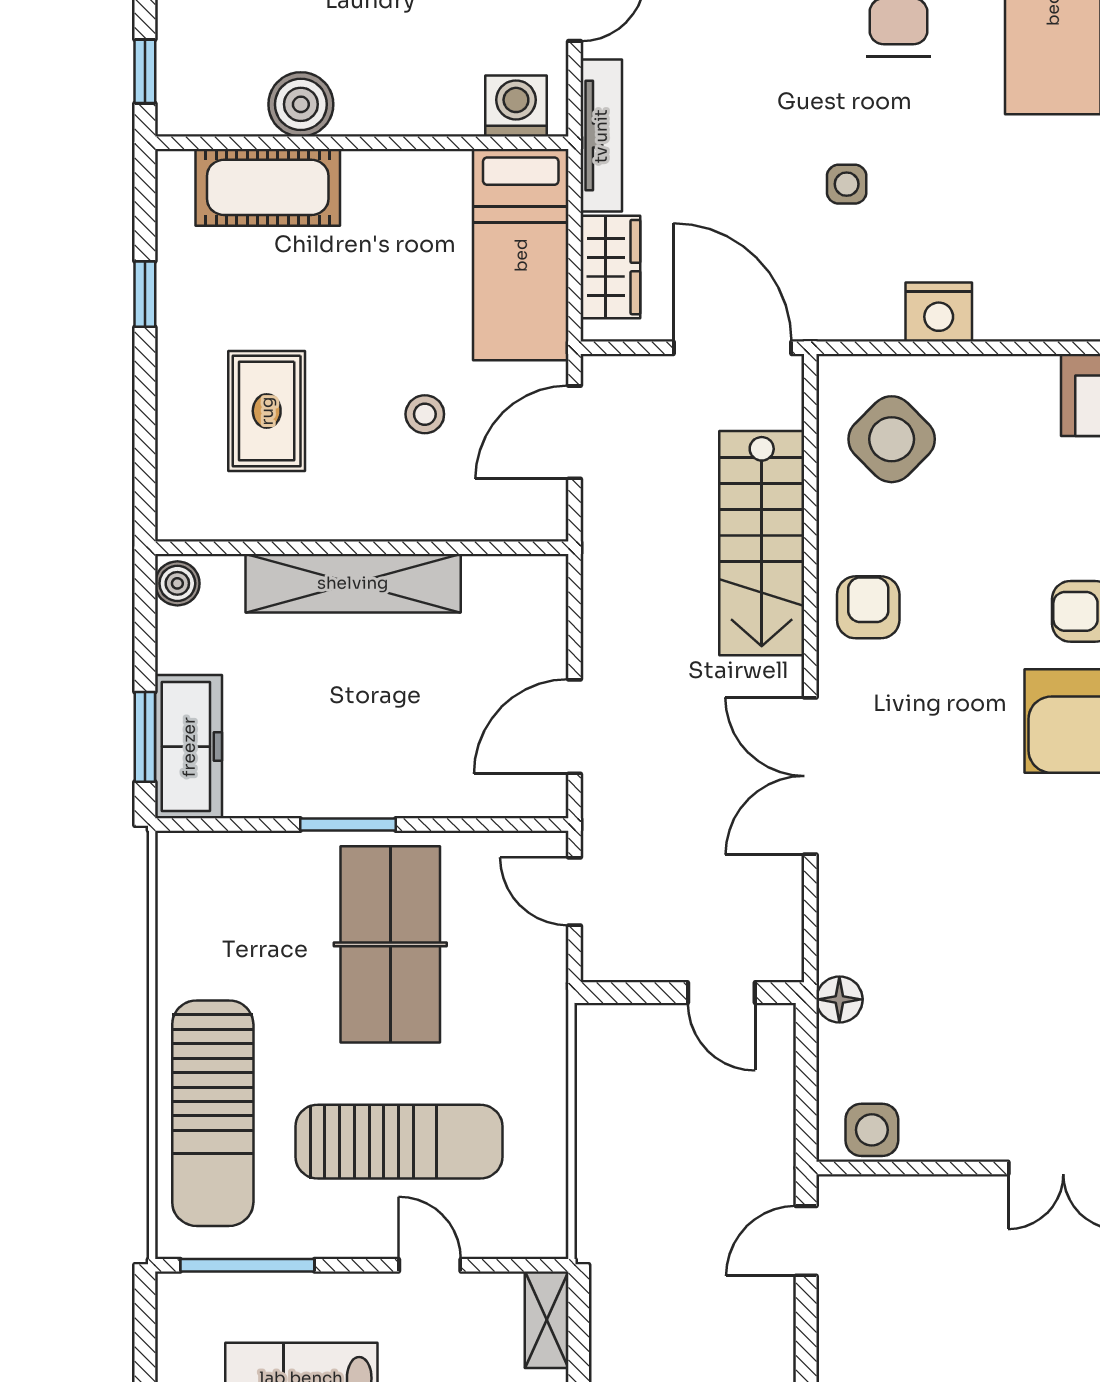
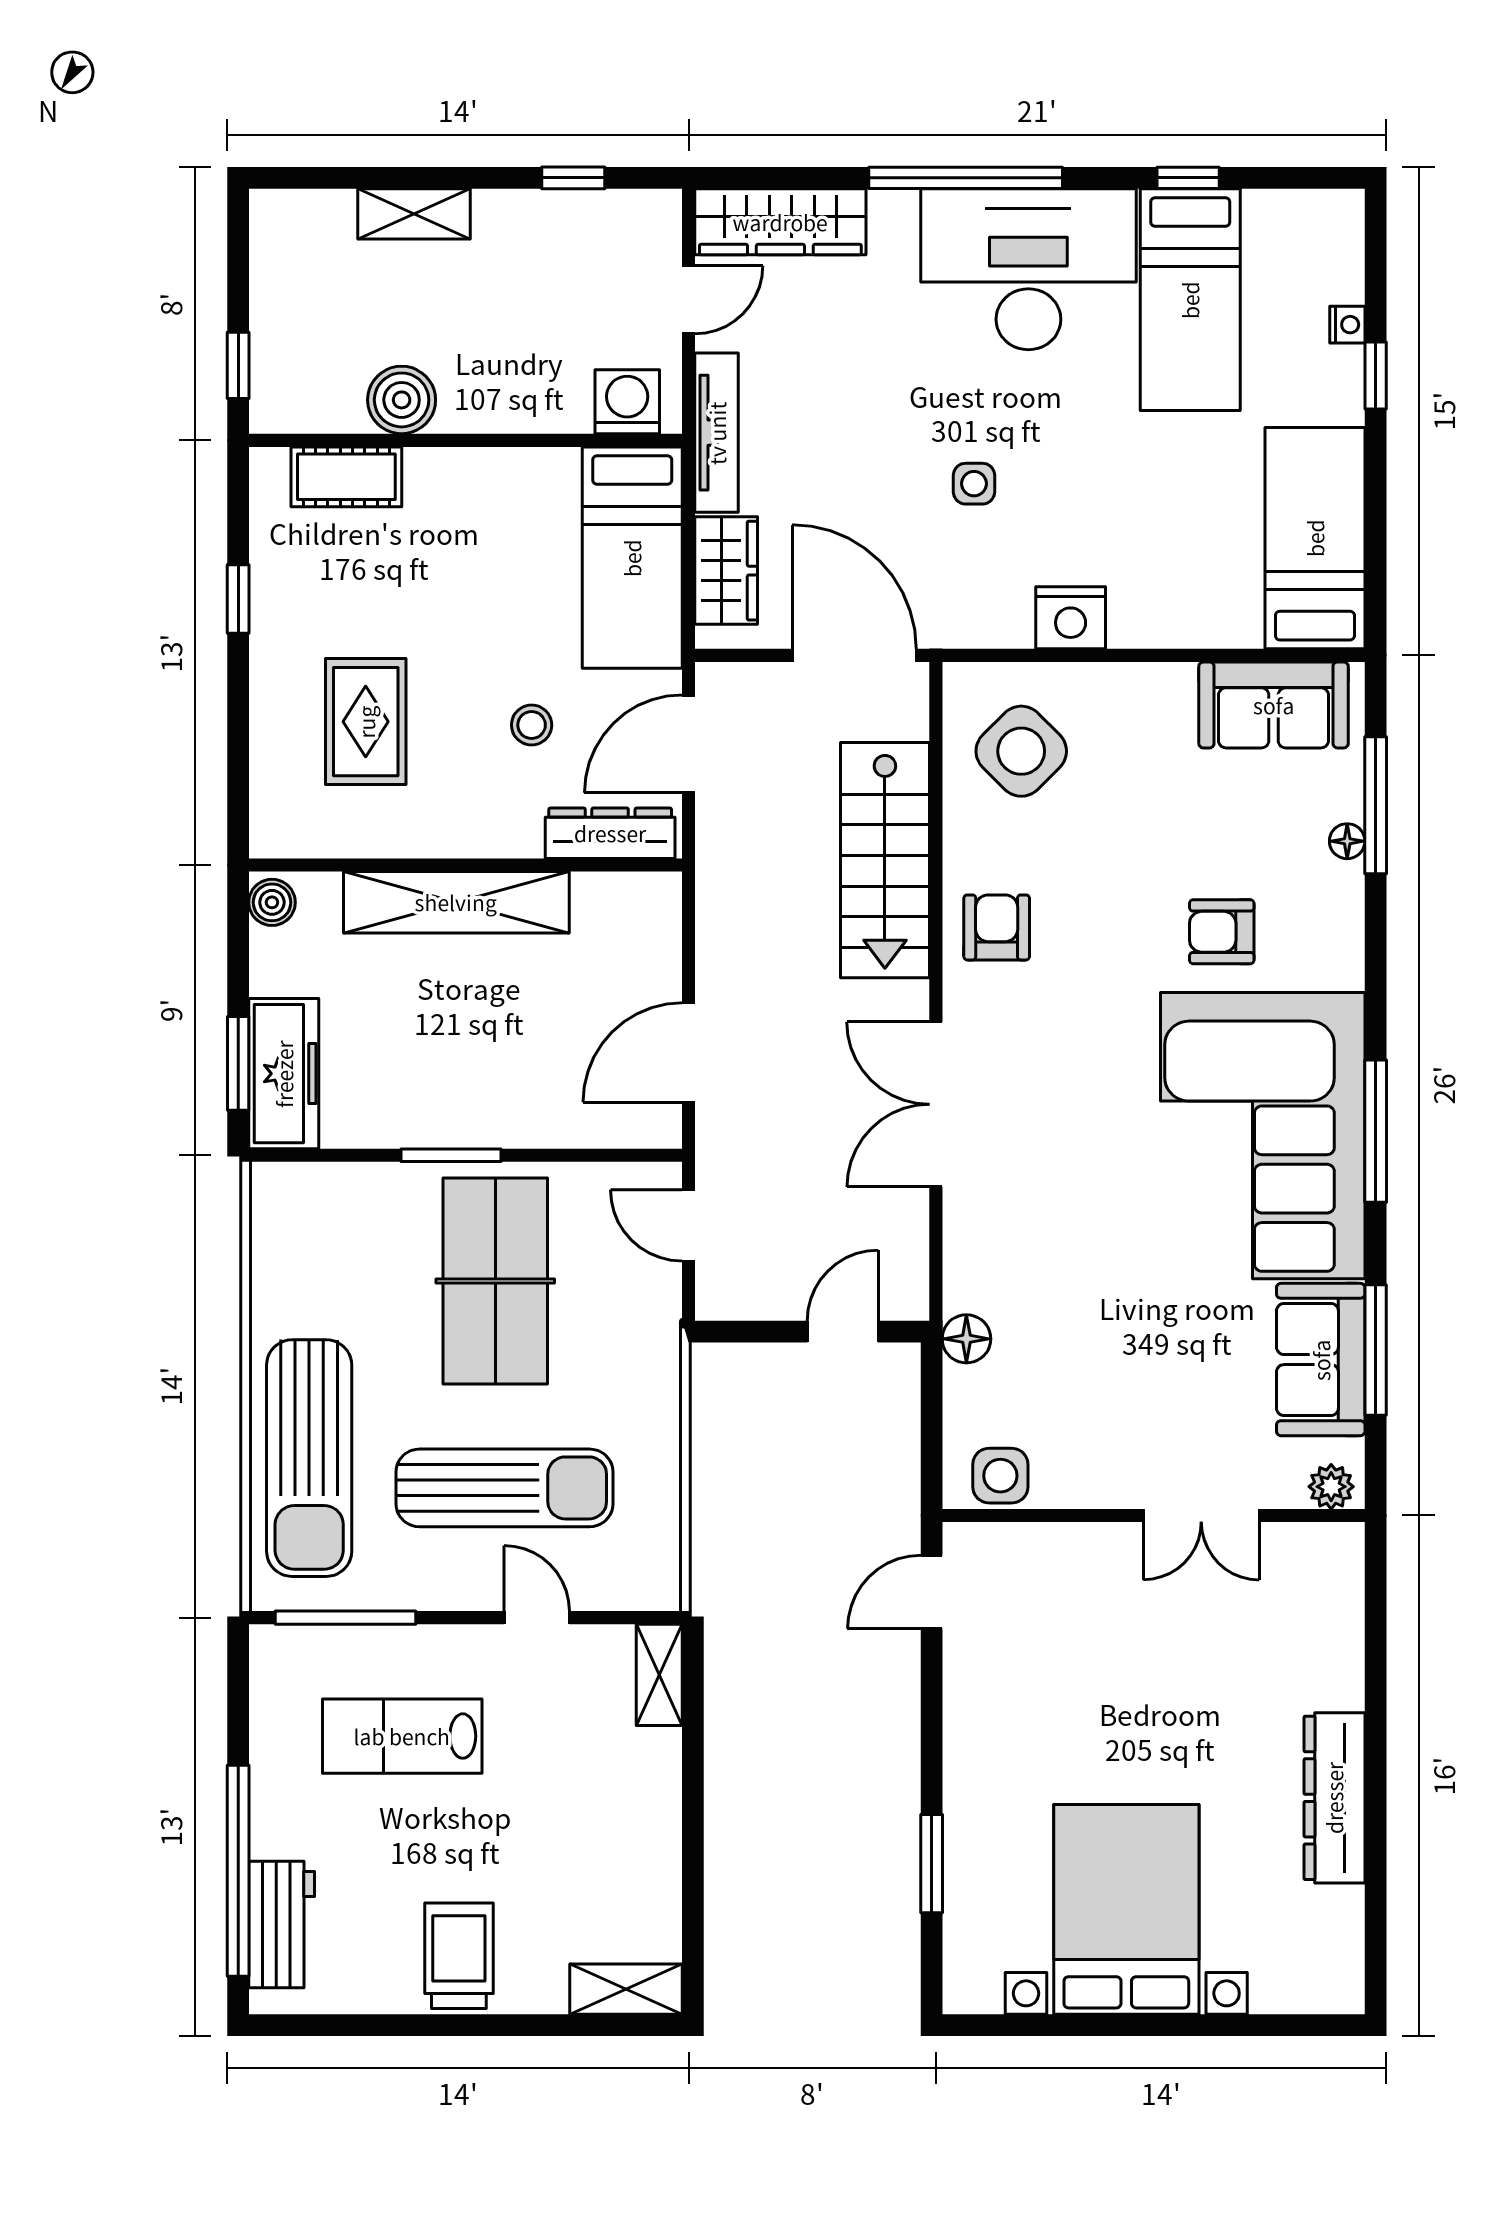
cot: (268, 187) -> (346, 477), width x0.73, depth x0.75
dresser: (500, 517) -> (610, 833), added
door: (721, 993) -> (843, 1332), swing flipped

